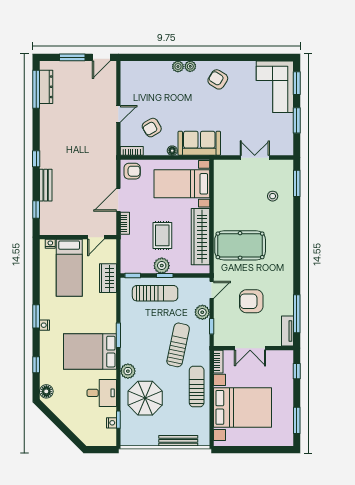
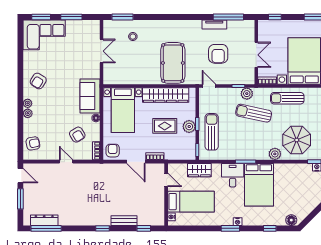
armchair: (141, 73) -> (33, 143), added
double door: (255, 158) -> (102, 51), swing flipped
plant: (202, 312) -> (247, 94), moved
tv unit: (287, 331) -> (214, 24), moved
desk: (102, 393) -> (233, 175), moved

